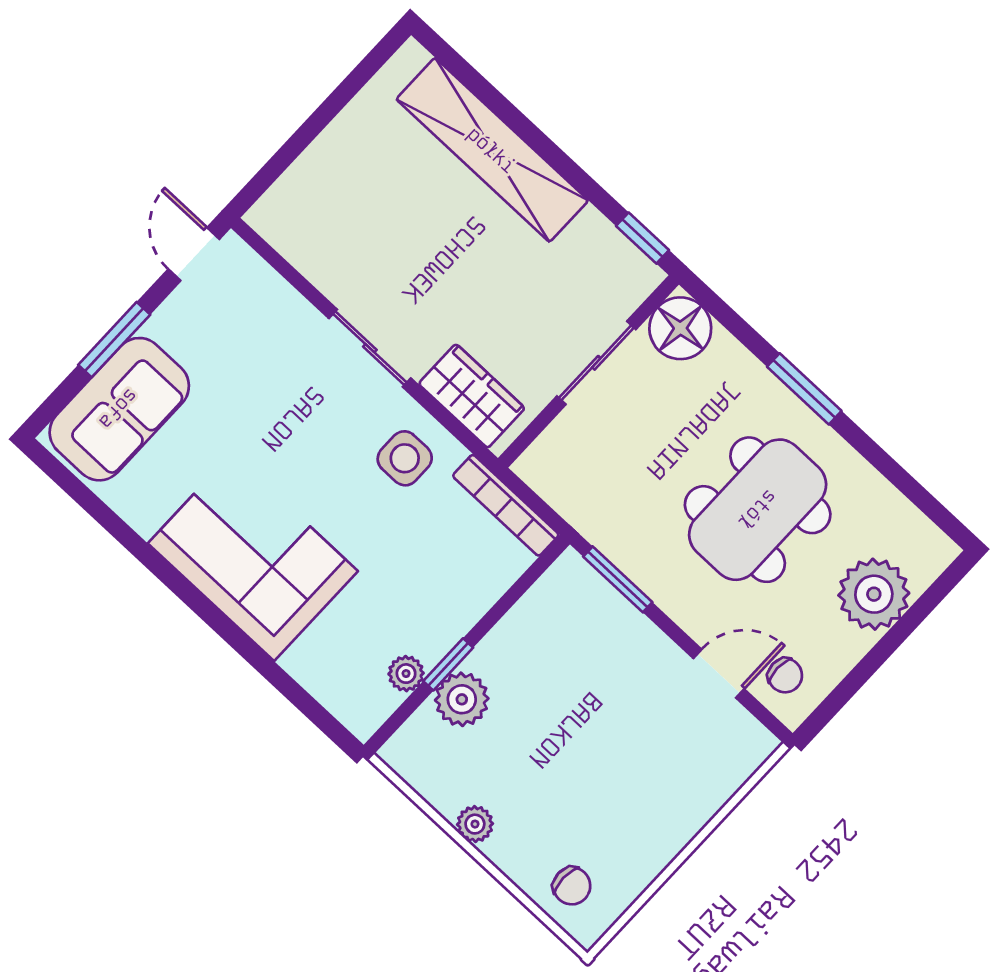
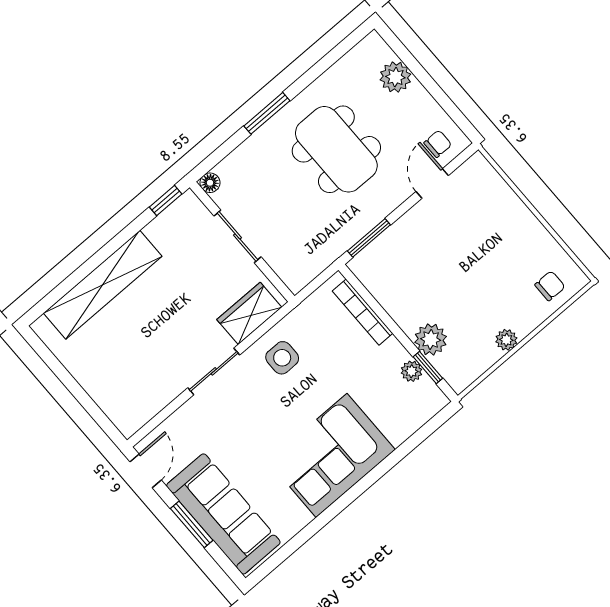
door: (194, 254) -> (146, 471), swing flipped
floor lamp: (680, 328) -> (210, 183), width x0.53, depth x0.53
sofa: (119, 409) -> (223, 514), width x1.36
bookcase: (506, 505) -> (363, 312), moved, turned 90
plant: (874, 594) -> (395, 77), width x0.73, depth x0.73
window: (448, 664) -> (428, 368), moved

